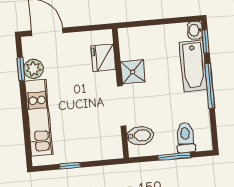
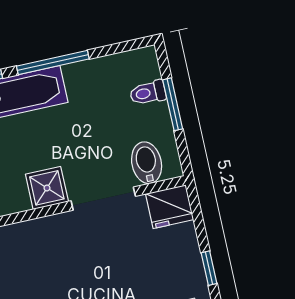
fridge: (103, 58) -> (170, 207), moved
toilet: (186, 138) -> (148, 93), width x0.73, depth x0.72

